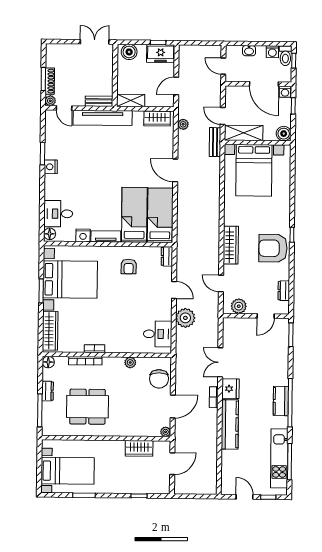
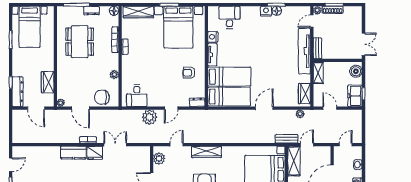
floor lamp: (50, 234) -> (277, 11), moved
kitchen counter: (230, 424) -> (73, 153), width x0.67
dresser: (151, 487) -> (18, 92), added

